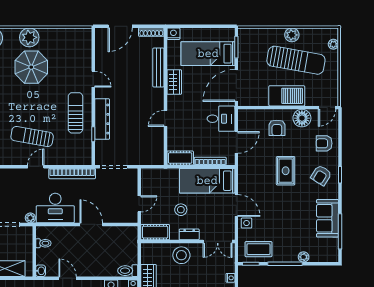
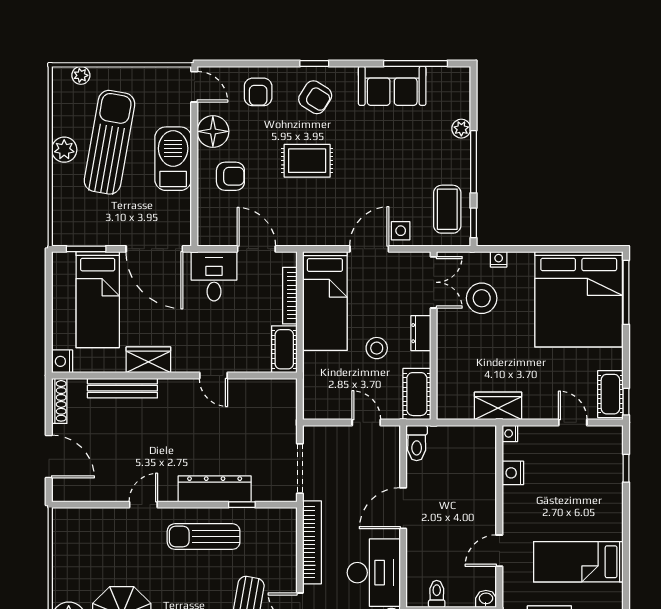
stool: (181, 255) -> (482, 298), moved
toilet: (128, 271) -> (417, 443), moved

